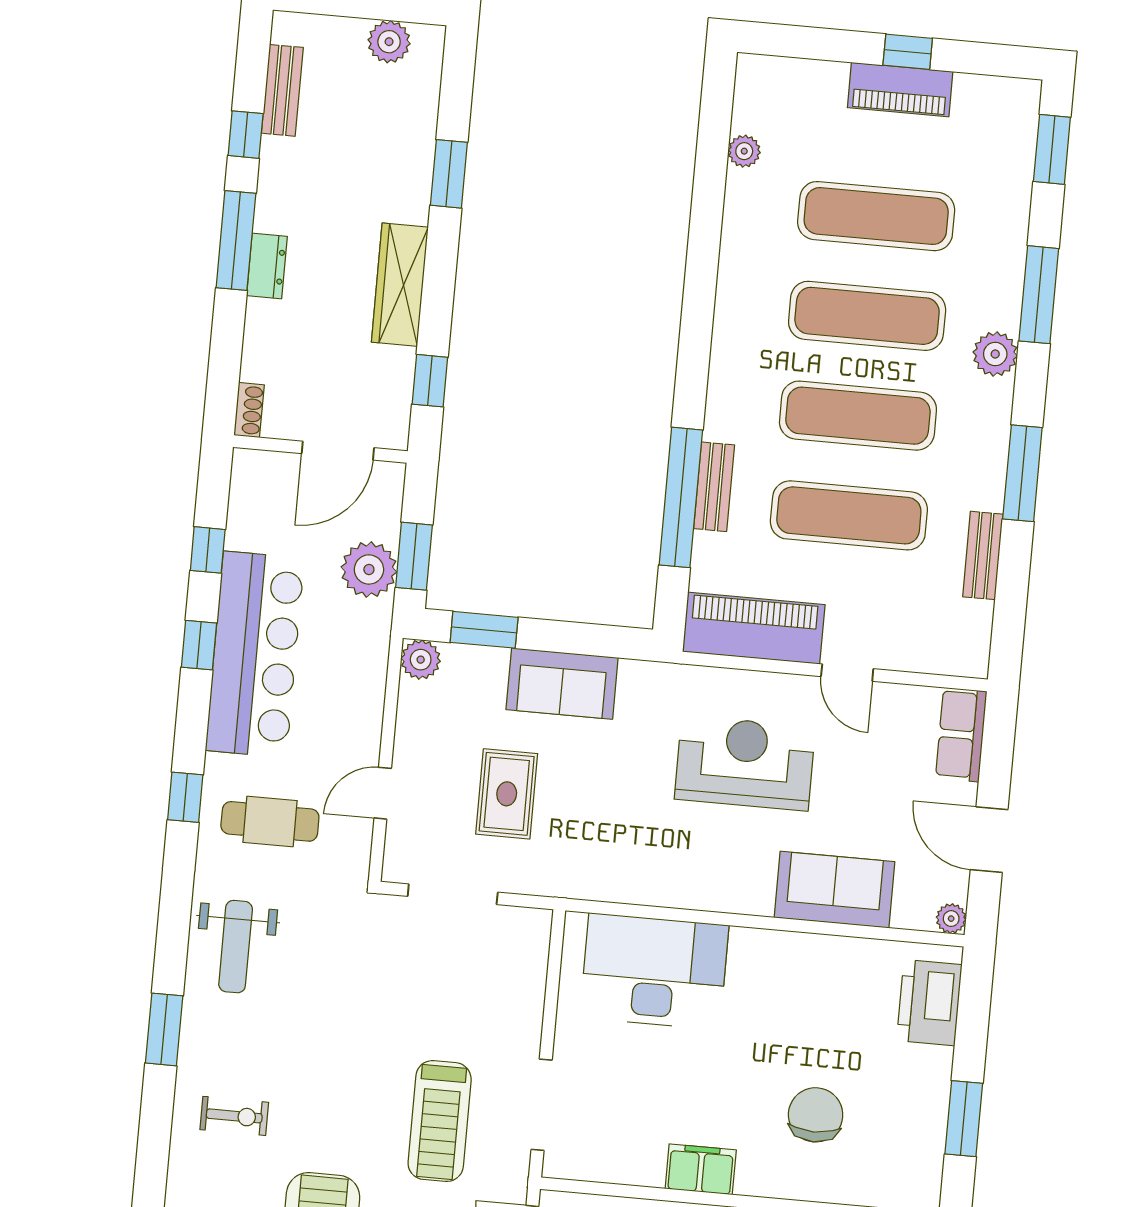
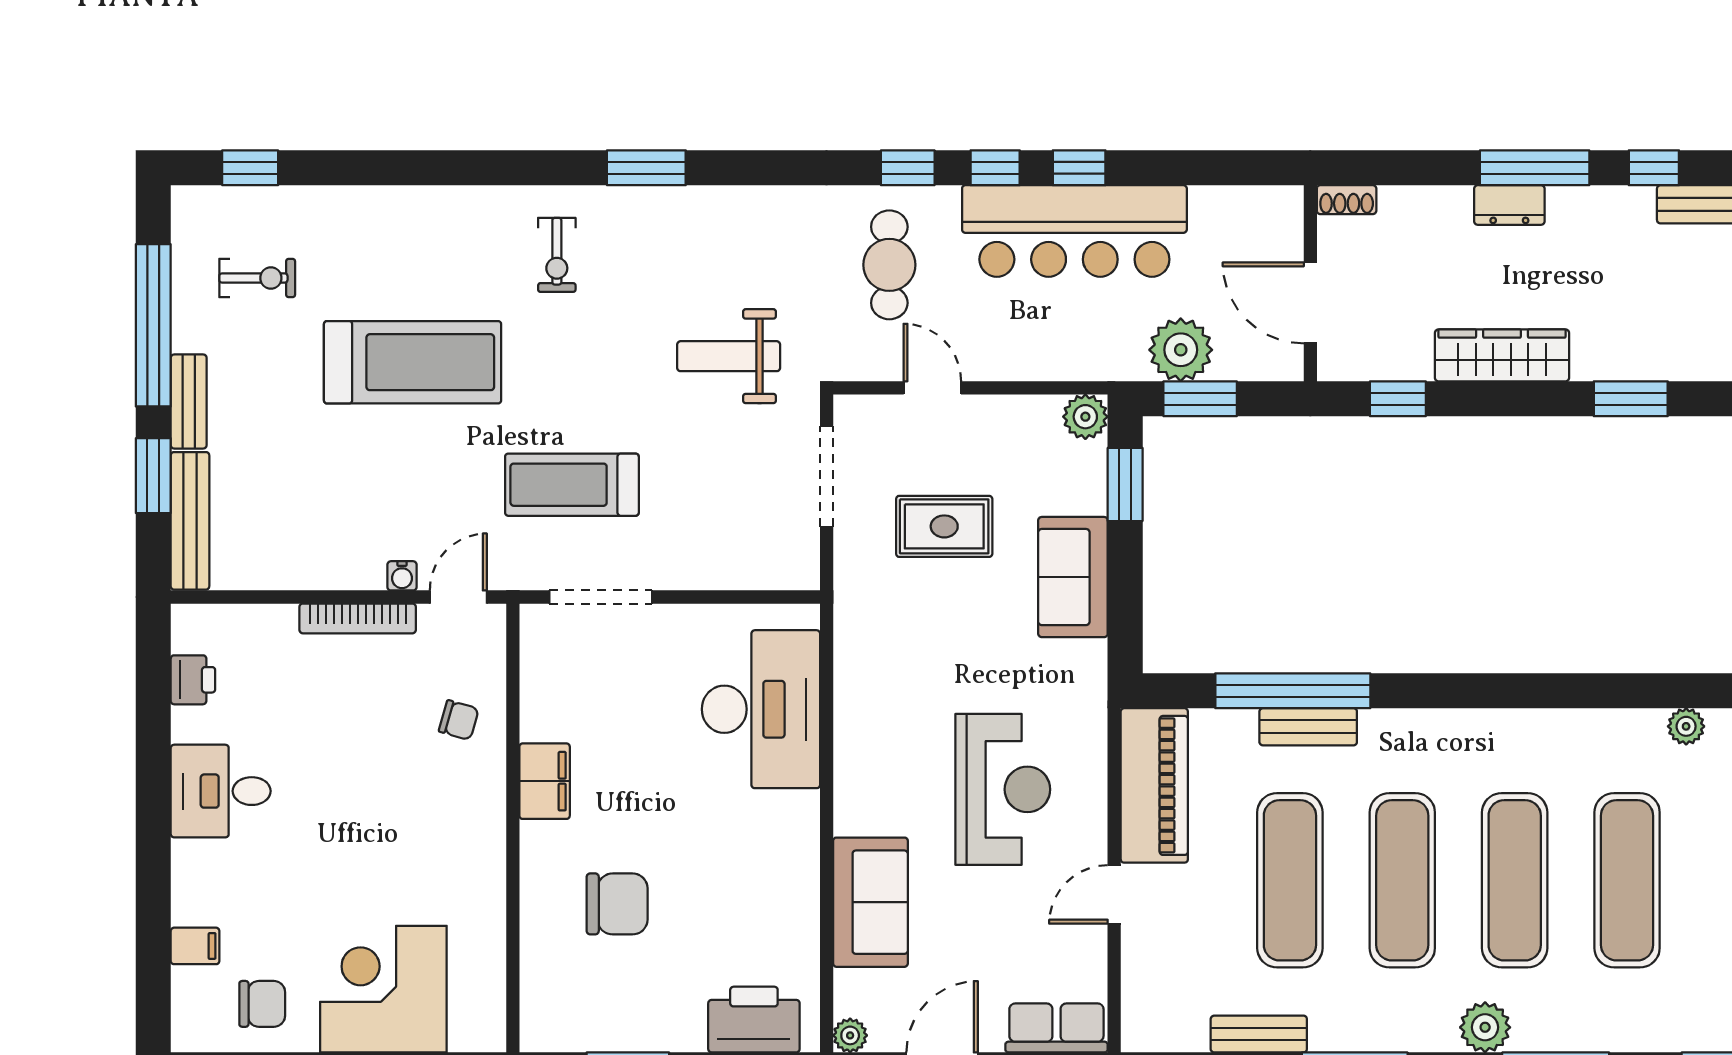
window: (208, 550) -> (995, 168), moved
weight bench: (236, 947) -> (729, 356), moved

